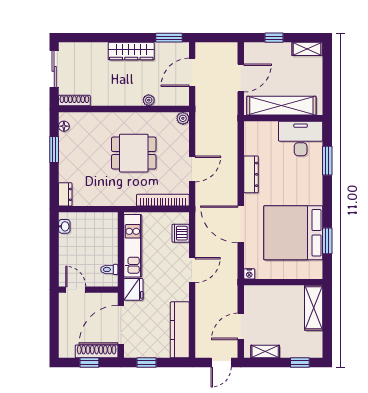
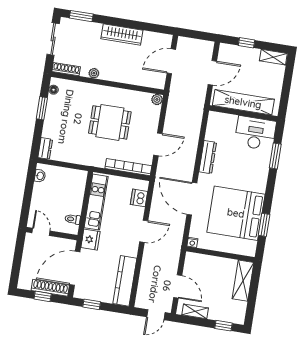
window: (169, 38) -> (81, 16), moved
plant: (149, 100) -> (94, 73), moved
door: (241, 326) -> (178, 286), swing flipped

